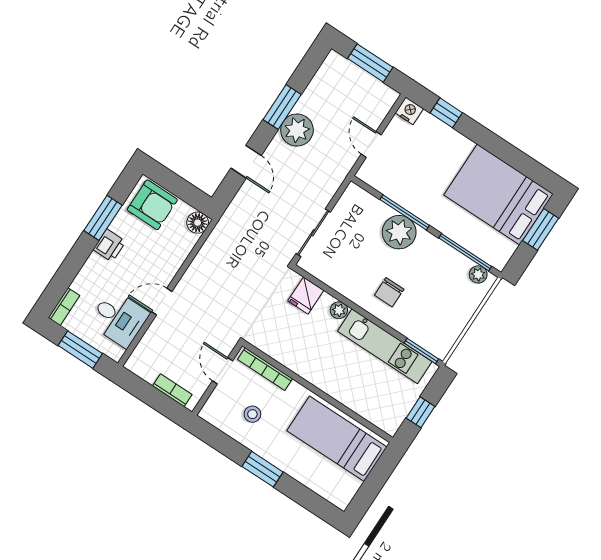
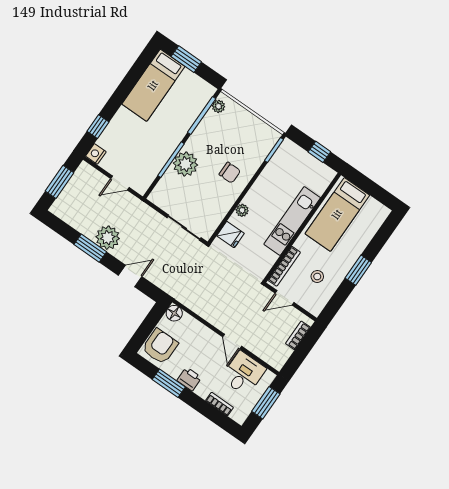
bed: (498, 195) -> (153, 85), width x0.67
bookcase: (64, 307) -> (219, 404), moved
kitchen unit: (385, 346) -> (292, 221), moved, turned 180

